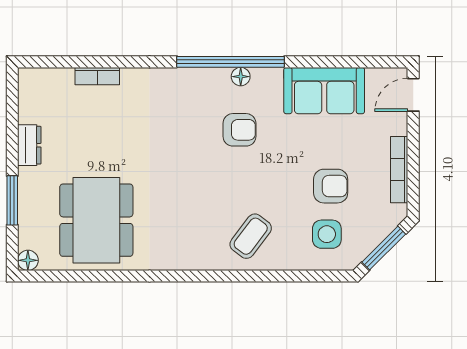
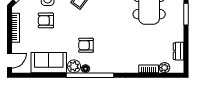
plant: (61, 79) -> (165, 68), added
plant: (267, 82) -> (74, 66), added
dresser: (29, 145) -> (179, 51), moved

